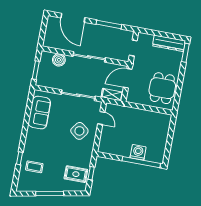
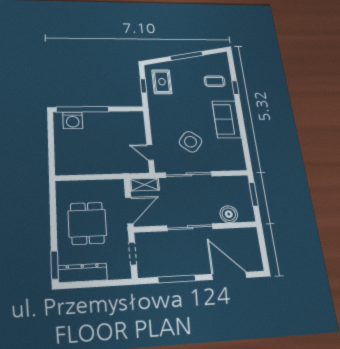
dining table: (162, 88) -> (87, 223), moved
sofa: (39, 113) -> (227, 119), moved
side table: (79, 131) -> (191, 142), moved
washing machine: (138, 152) -> (73, 120), moved
rug: (76, 174) -> (162, 82), turned 90

